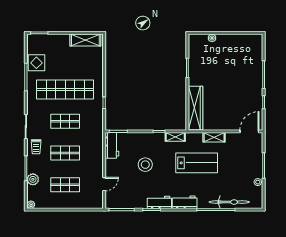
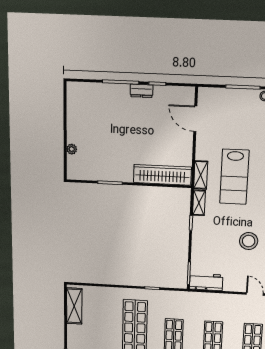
dresser: (258, 91) -> (142, 91), added
door: (249, 131) -> (195, 119), moved
shelving: (214, 137) -> (201, 175), moved
lab bench: (197, 163) -> (234, 177), turned 180
stool: (145, 165) -> (249, 241), moved

